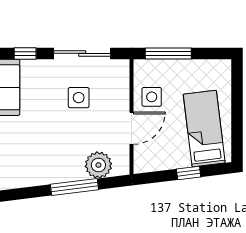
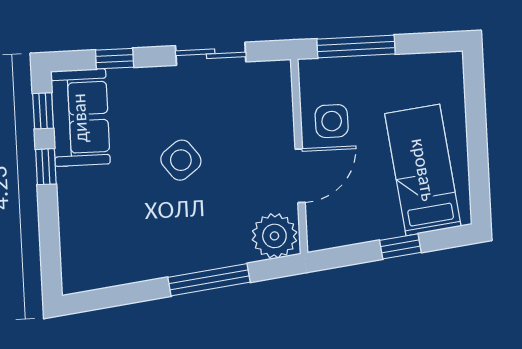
sliding door: (82, 53) -> (211, 54), width x0.73
side table: (79, 98) -> (181, 160), moved, turned -37
plant: (98, 165) -> (274, 236), moved

